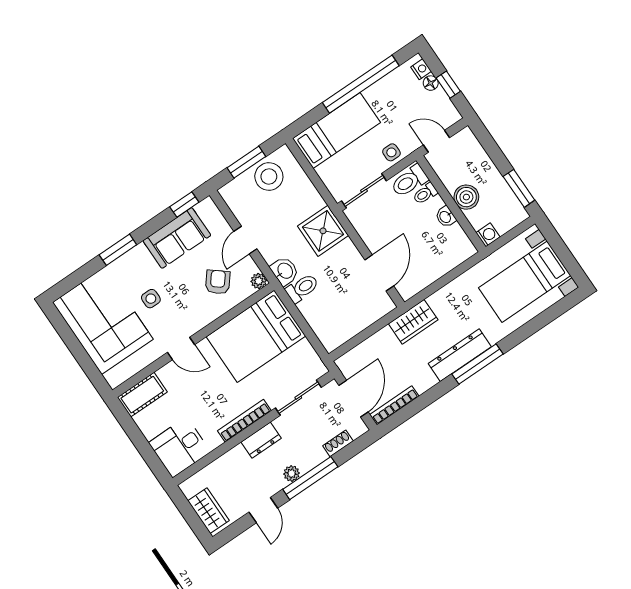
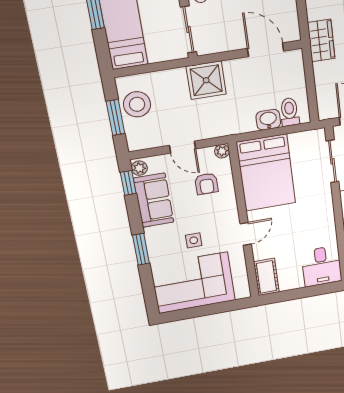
plant: (205, 208) -> (139, 168), added
washbasin: (285, 271) -> (268, 120), moved
armchair: (218, 282) -> (206, 184), turned -129
toilet: (302, 288) -> (290, 112), moved
bookcase: (244, 421) -> (328, 210), removed

